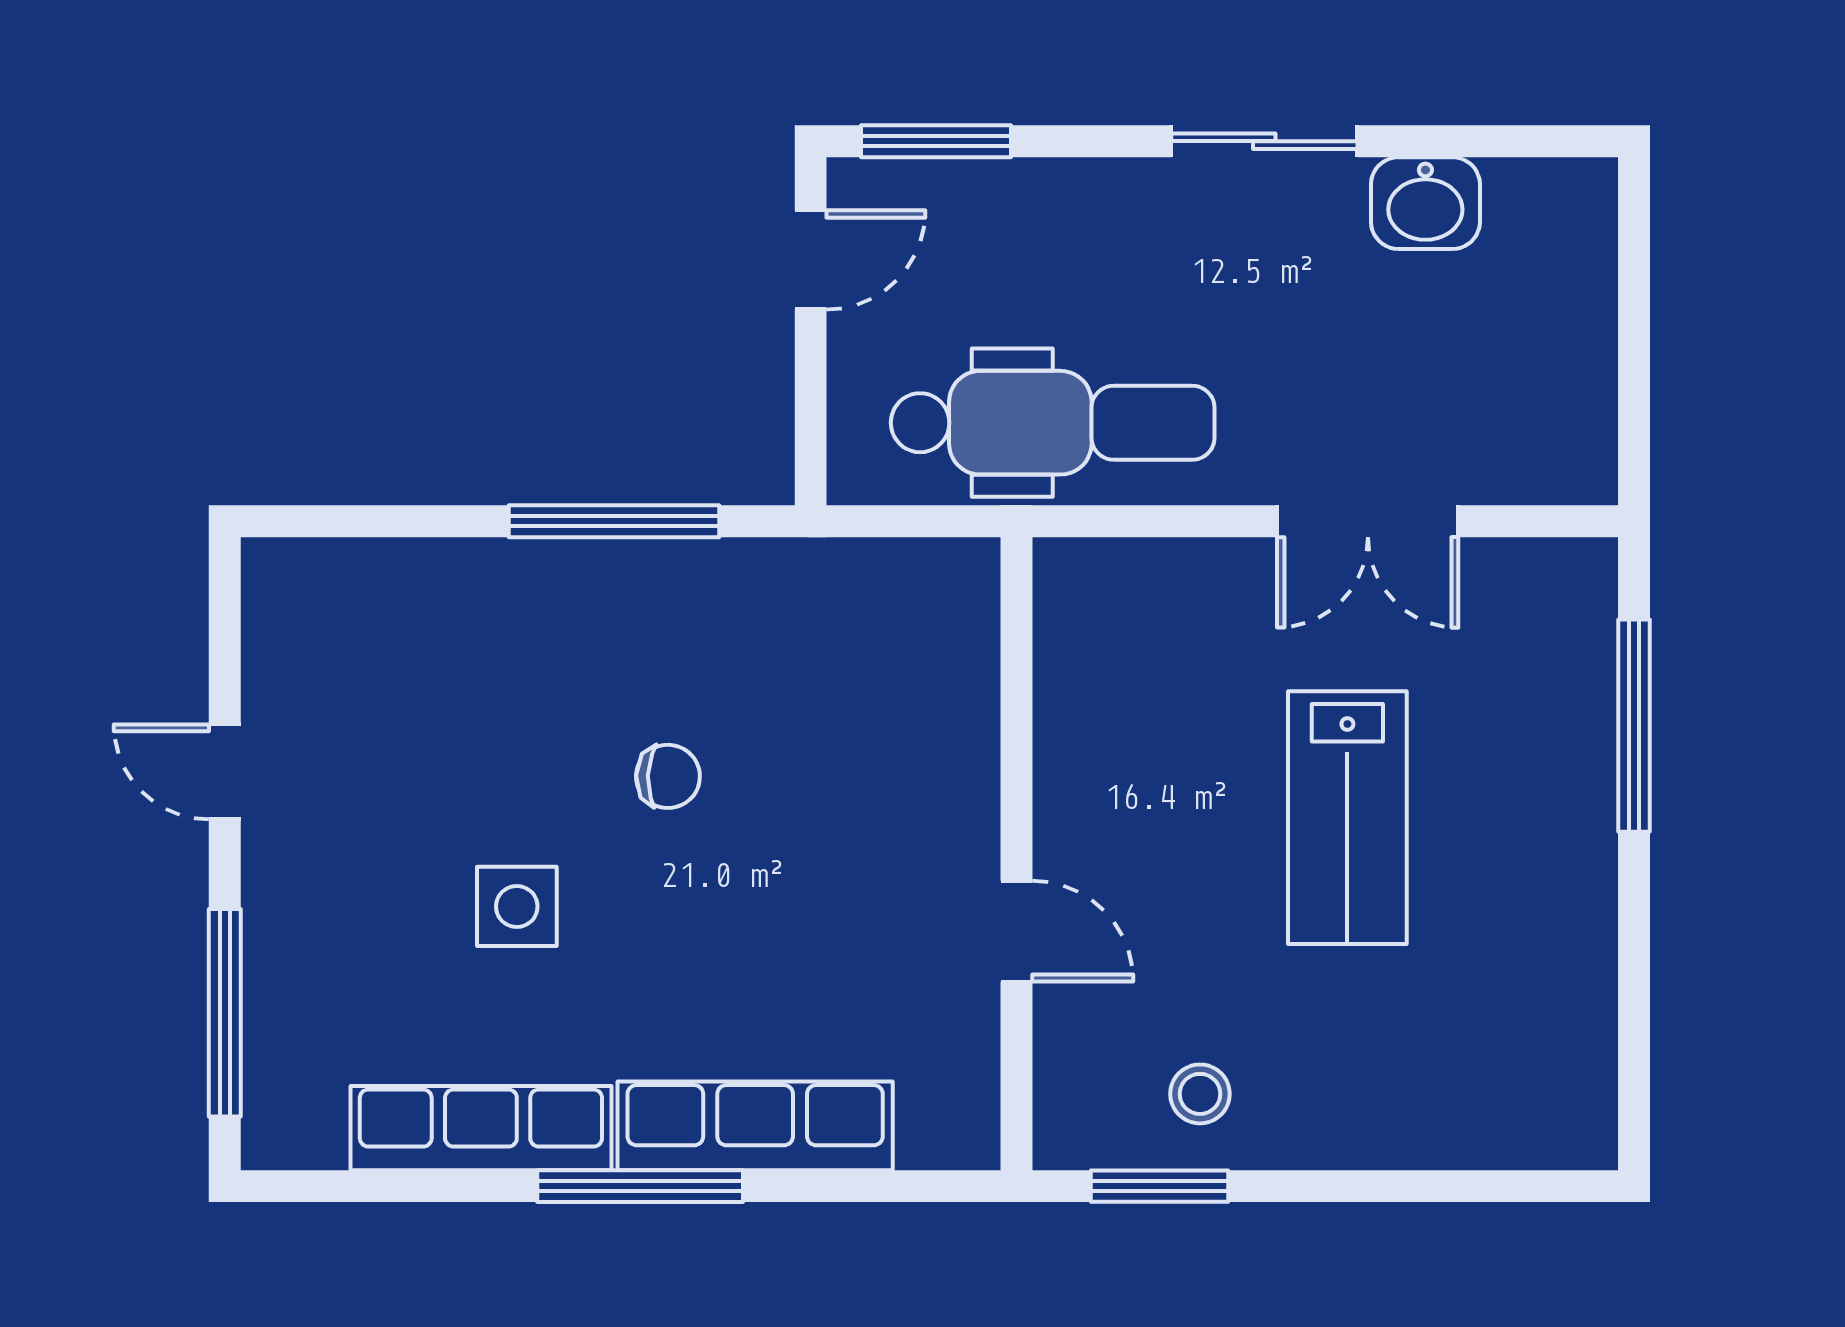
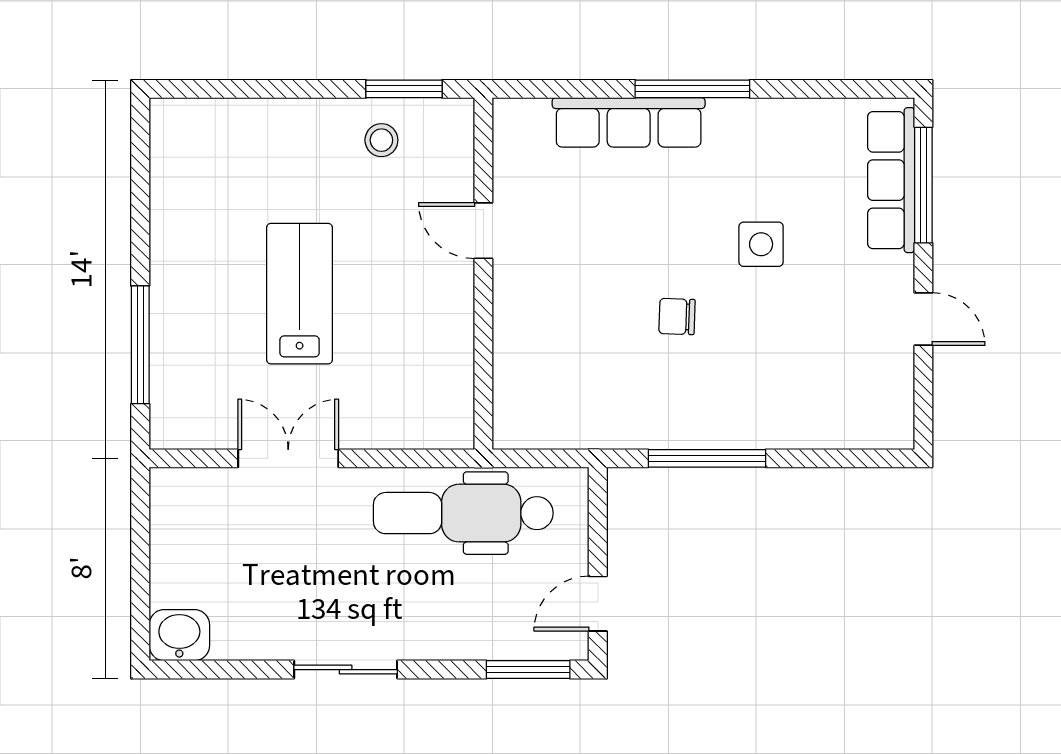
washbasin: (1425, 203) -> (179, 635), moved
row of seats: (481, 1128) -> (891, 180), moved, turned 90

